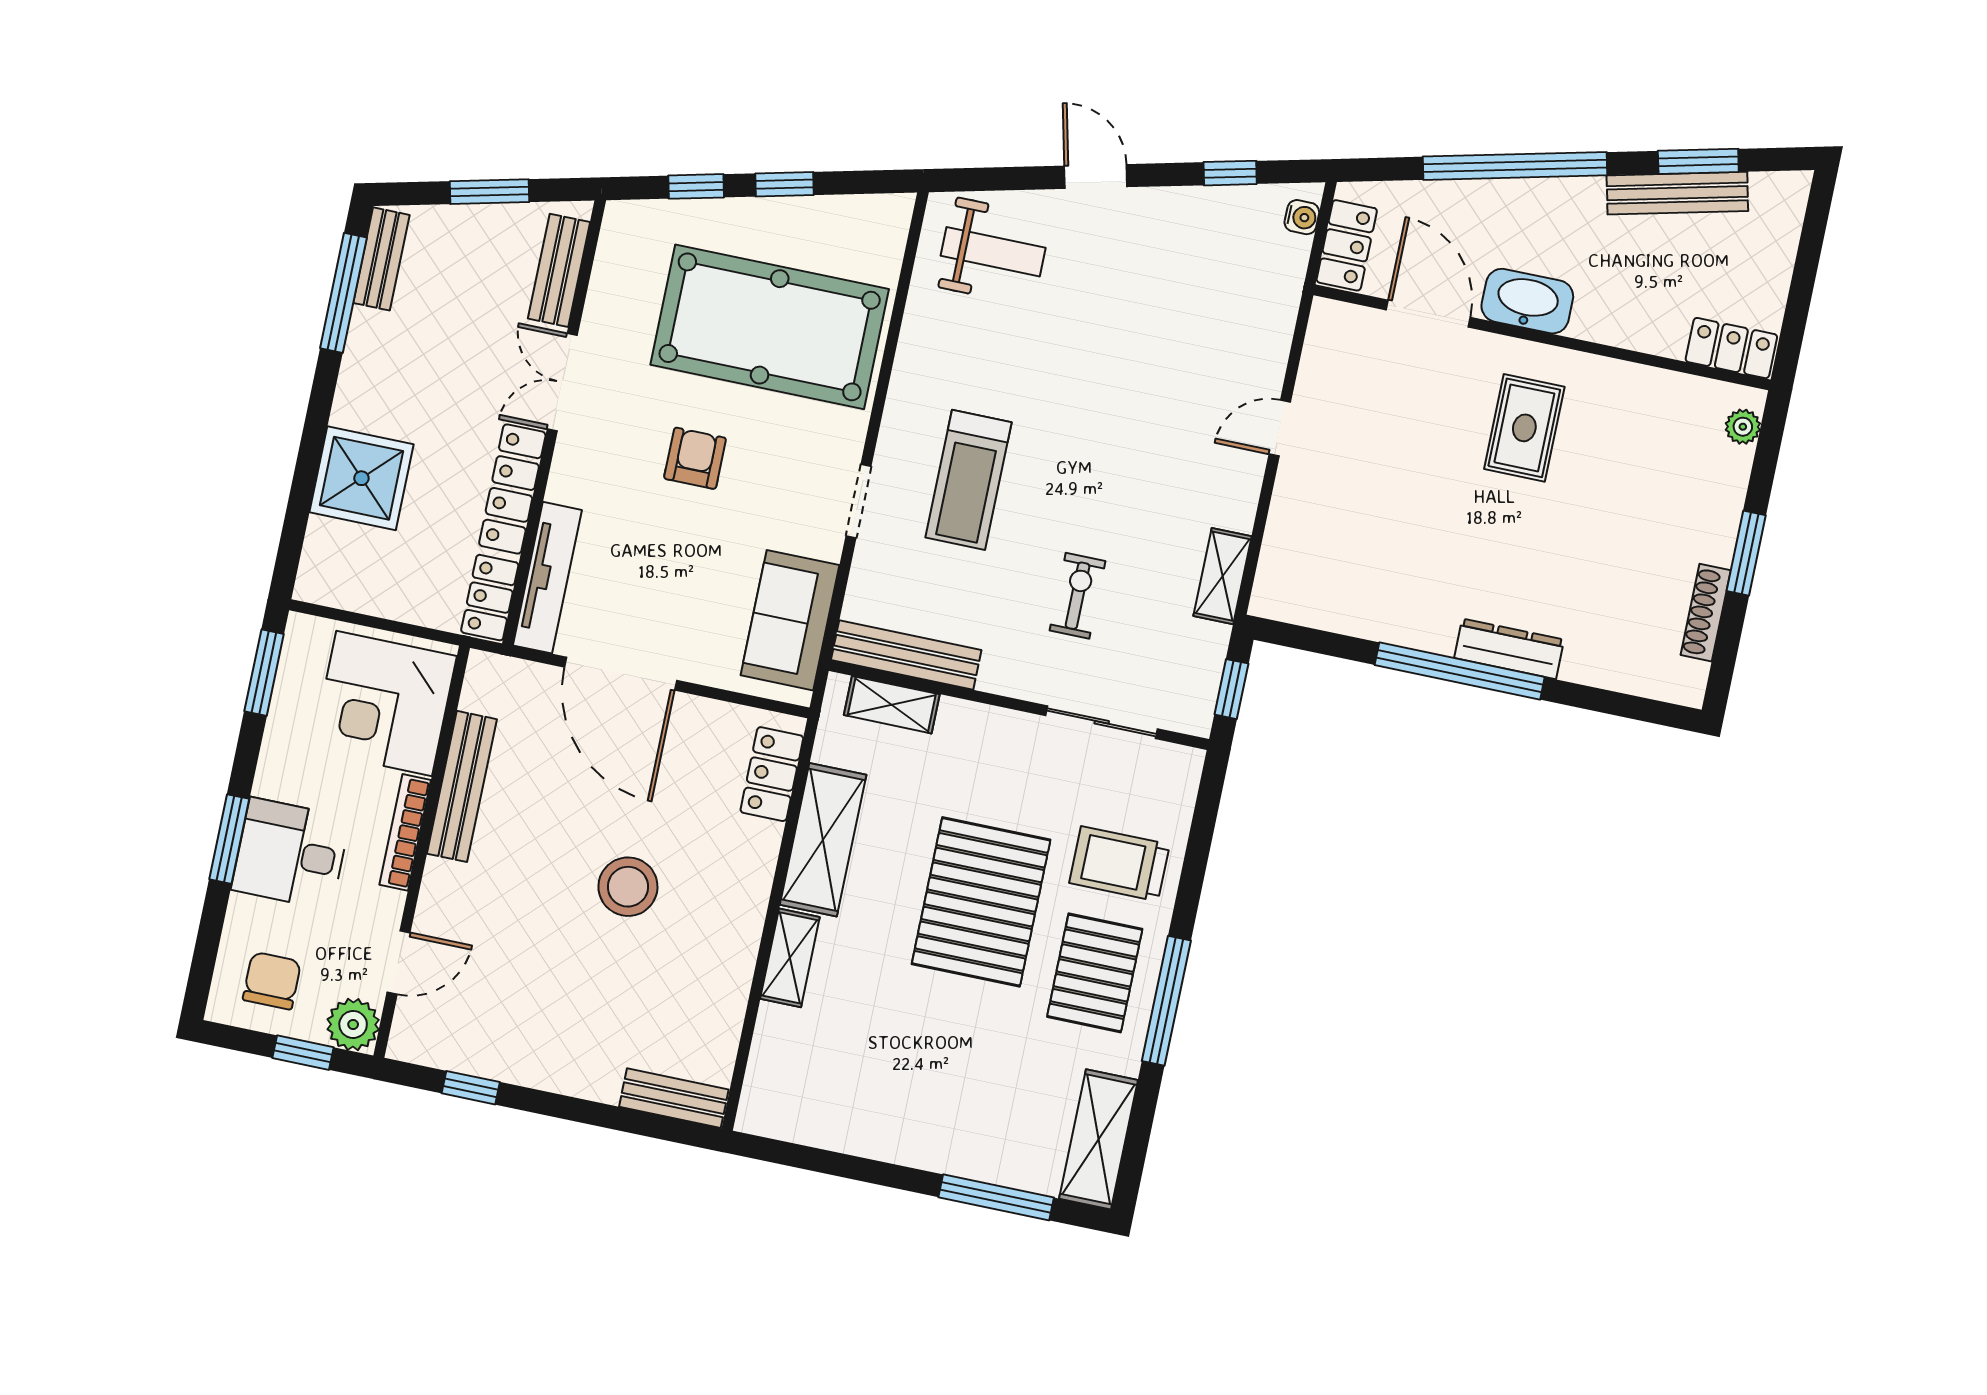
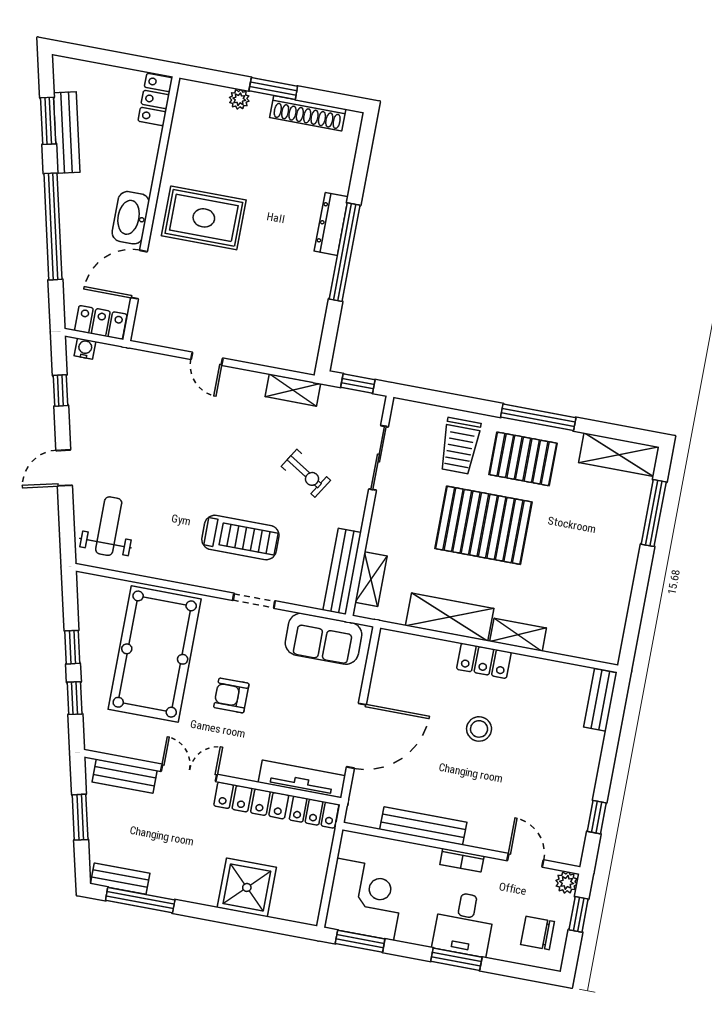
double door: (562, 382) -> (189, 773), swing flipped
plant: (1743, 427) -> (239, 99), moved
rug: (1524, 428) -> (204, 218), width x1.36, depth x1.43
exercise bike: (1078, 596) -> (306, 473), turned -148
shoe rack: (1706, 613) -> (308, 113), width x1.36, depth x1.24
corner desk: (384, 703) -> (365, 899), moved, turned -90
locker: (772, 774) -> (484, 661), moved
bookcase: (405, 832) -> (462, 860), width x0.64
stool: (628, 887) -> (479, 729), width x0.73, depth x0.73
plant: (353, 1024) -> (567, 882), width x0.73, depth x0.73

